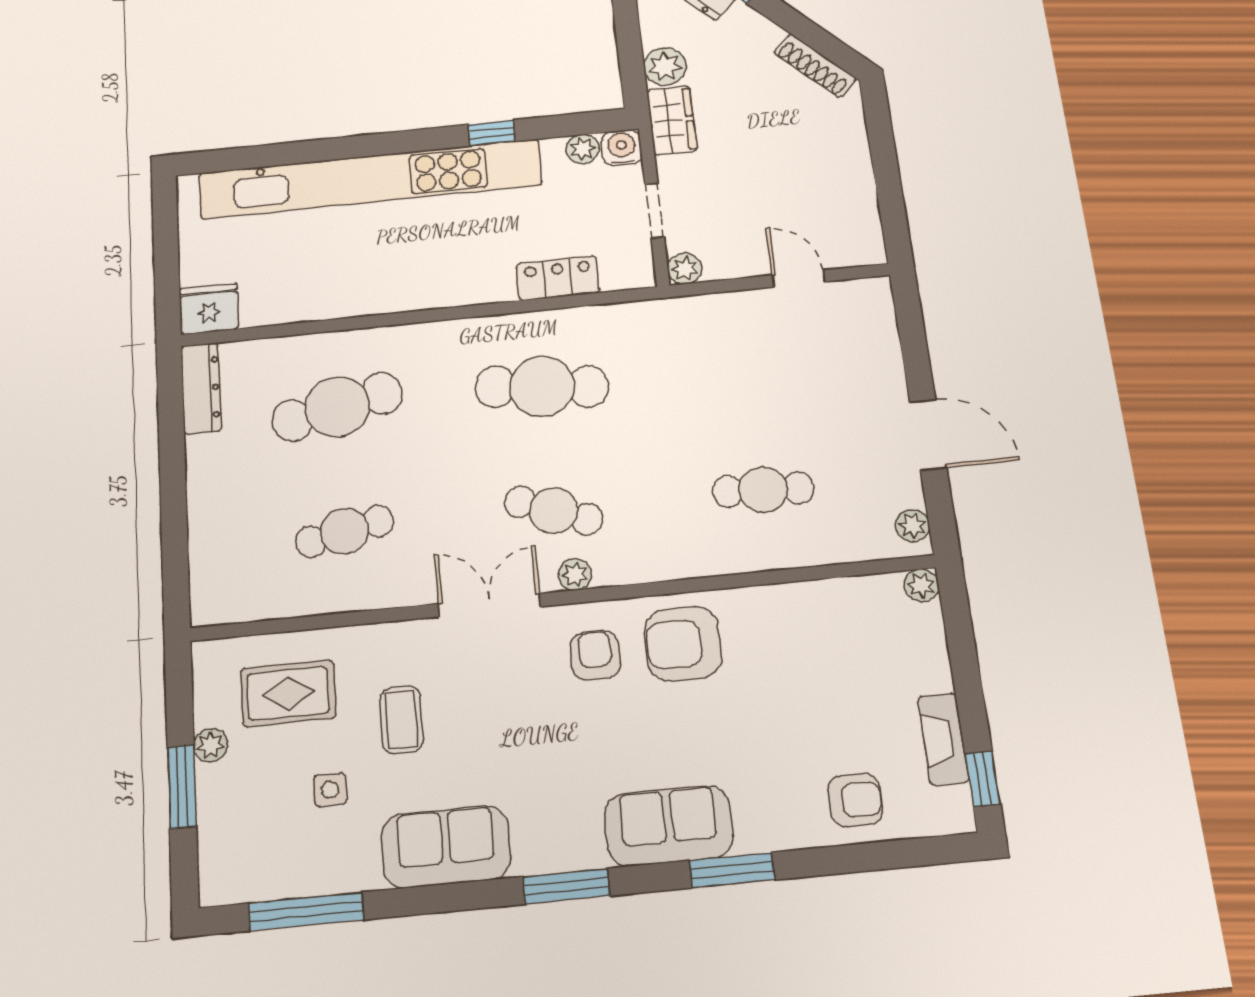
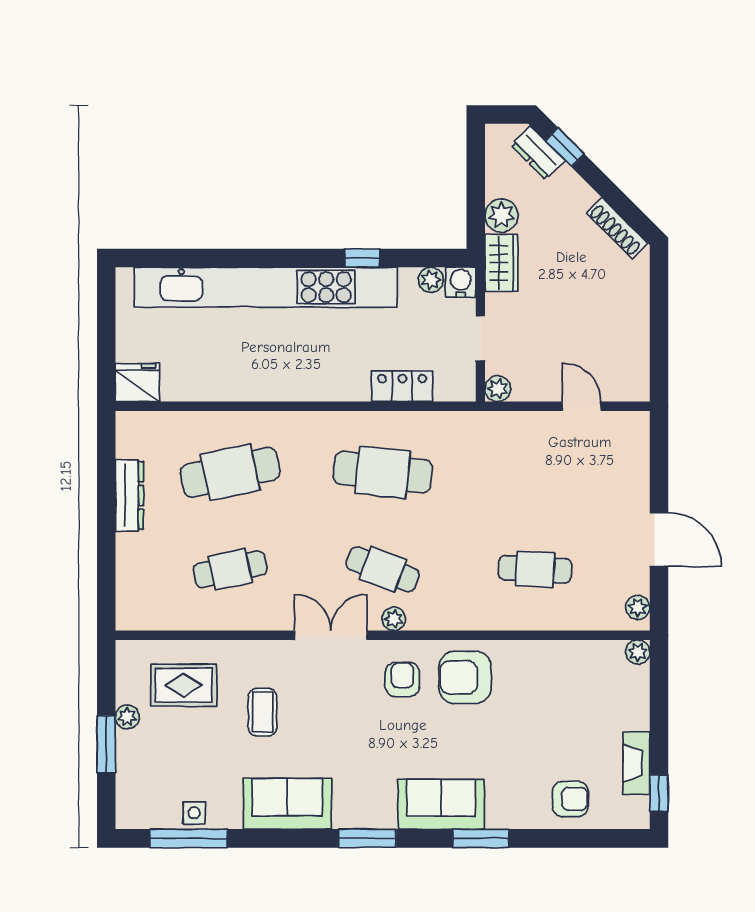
dresser: (201, 388) -> (129, 495), moved
side table: (330, 790) -> (194, 813), moved

